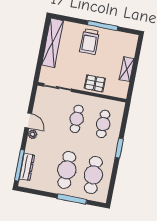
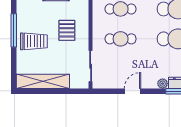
pallet: (95, 83) -> (67, 30), moved
plant: (33, 134) -> (163, 84), moved

